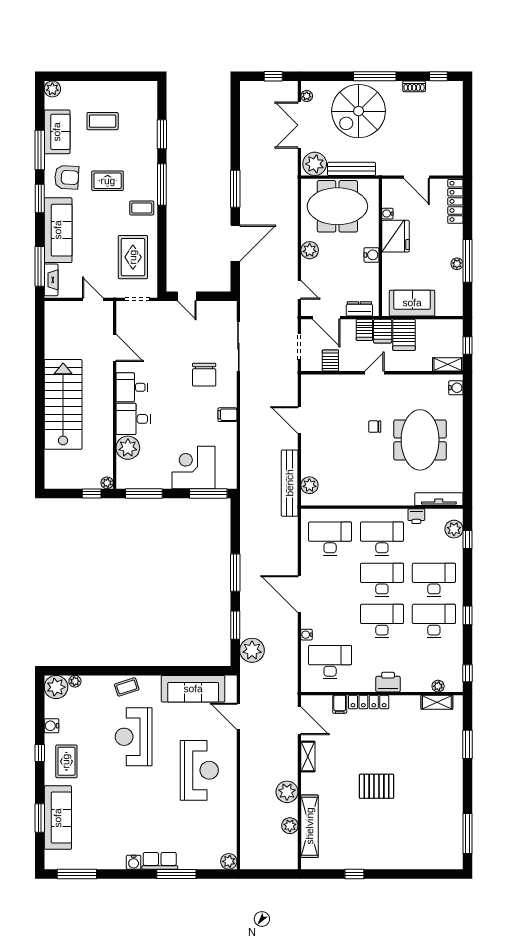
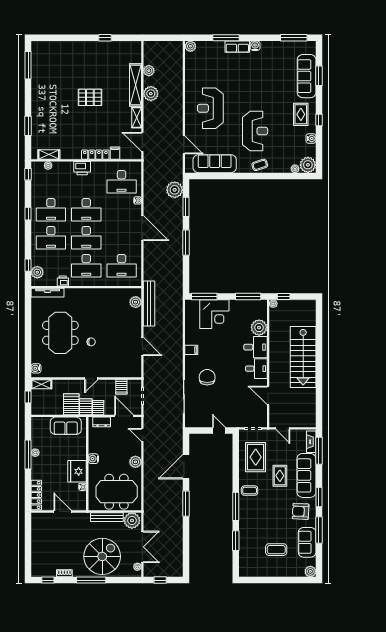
rug: (108, 181) -> (280, 476), moved, turned 90
shelving: (310, 826) -> (135, 85), moved

